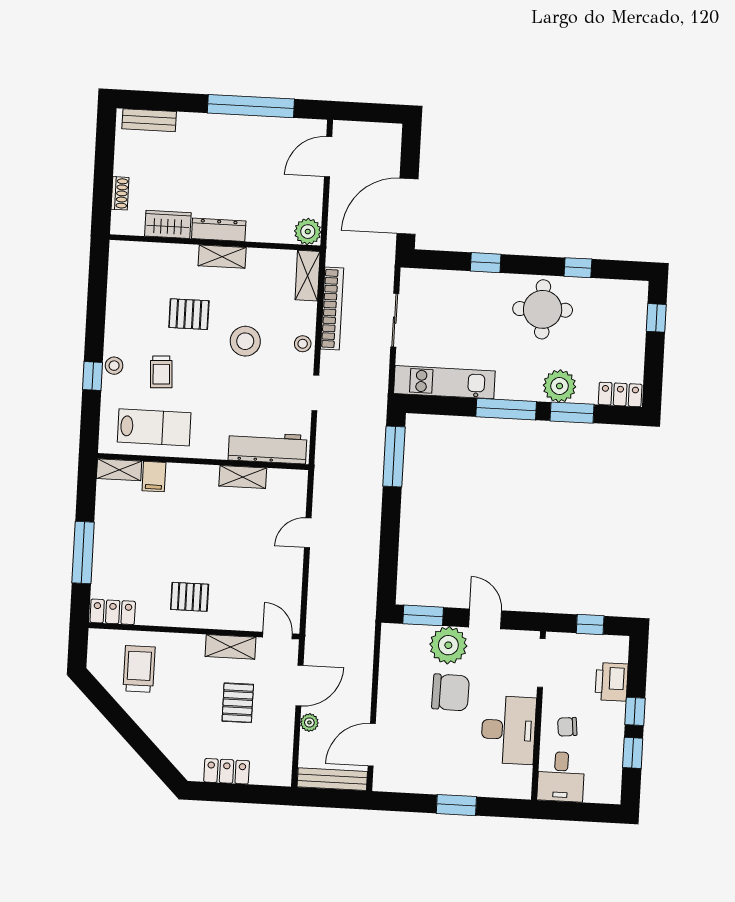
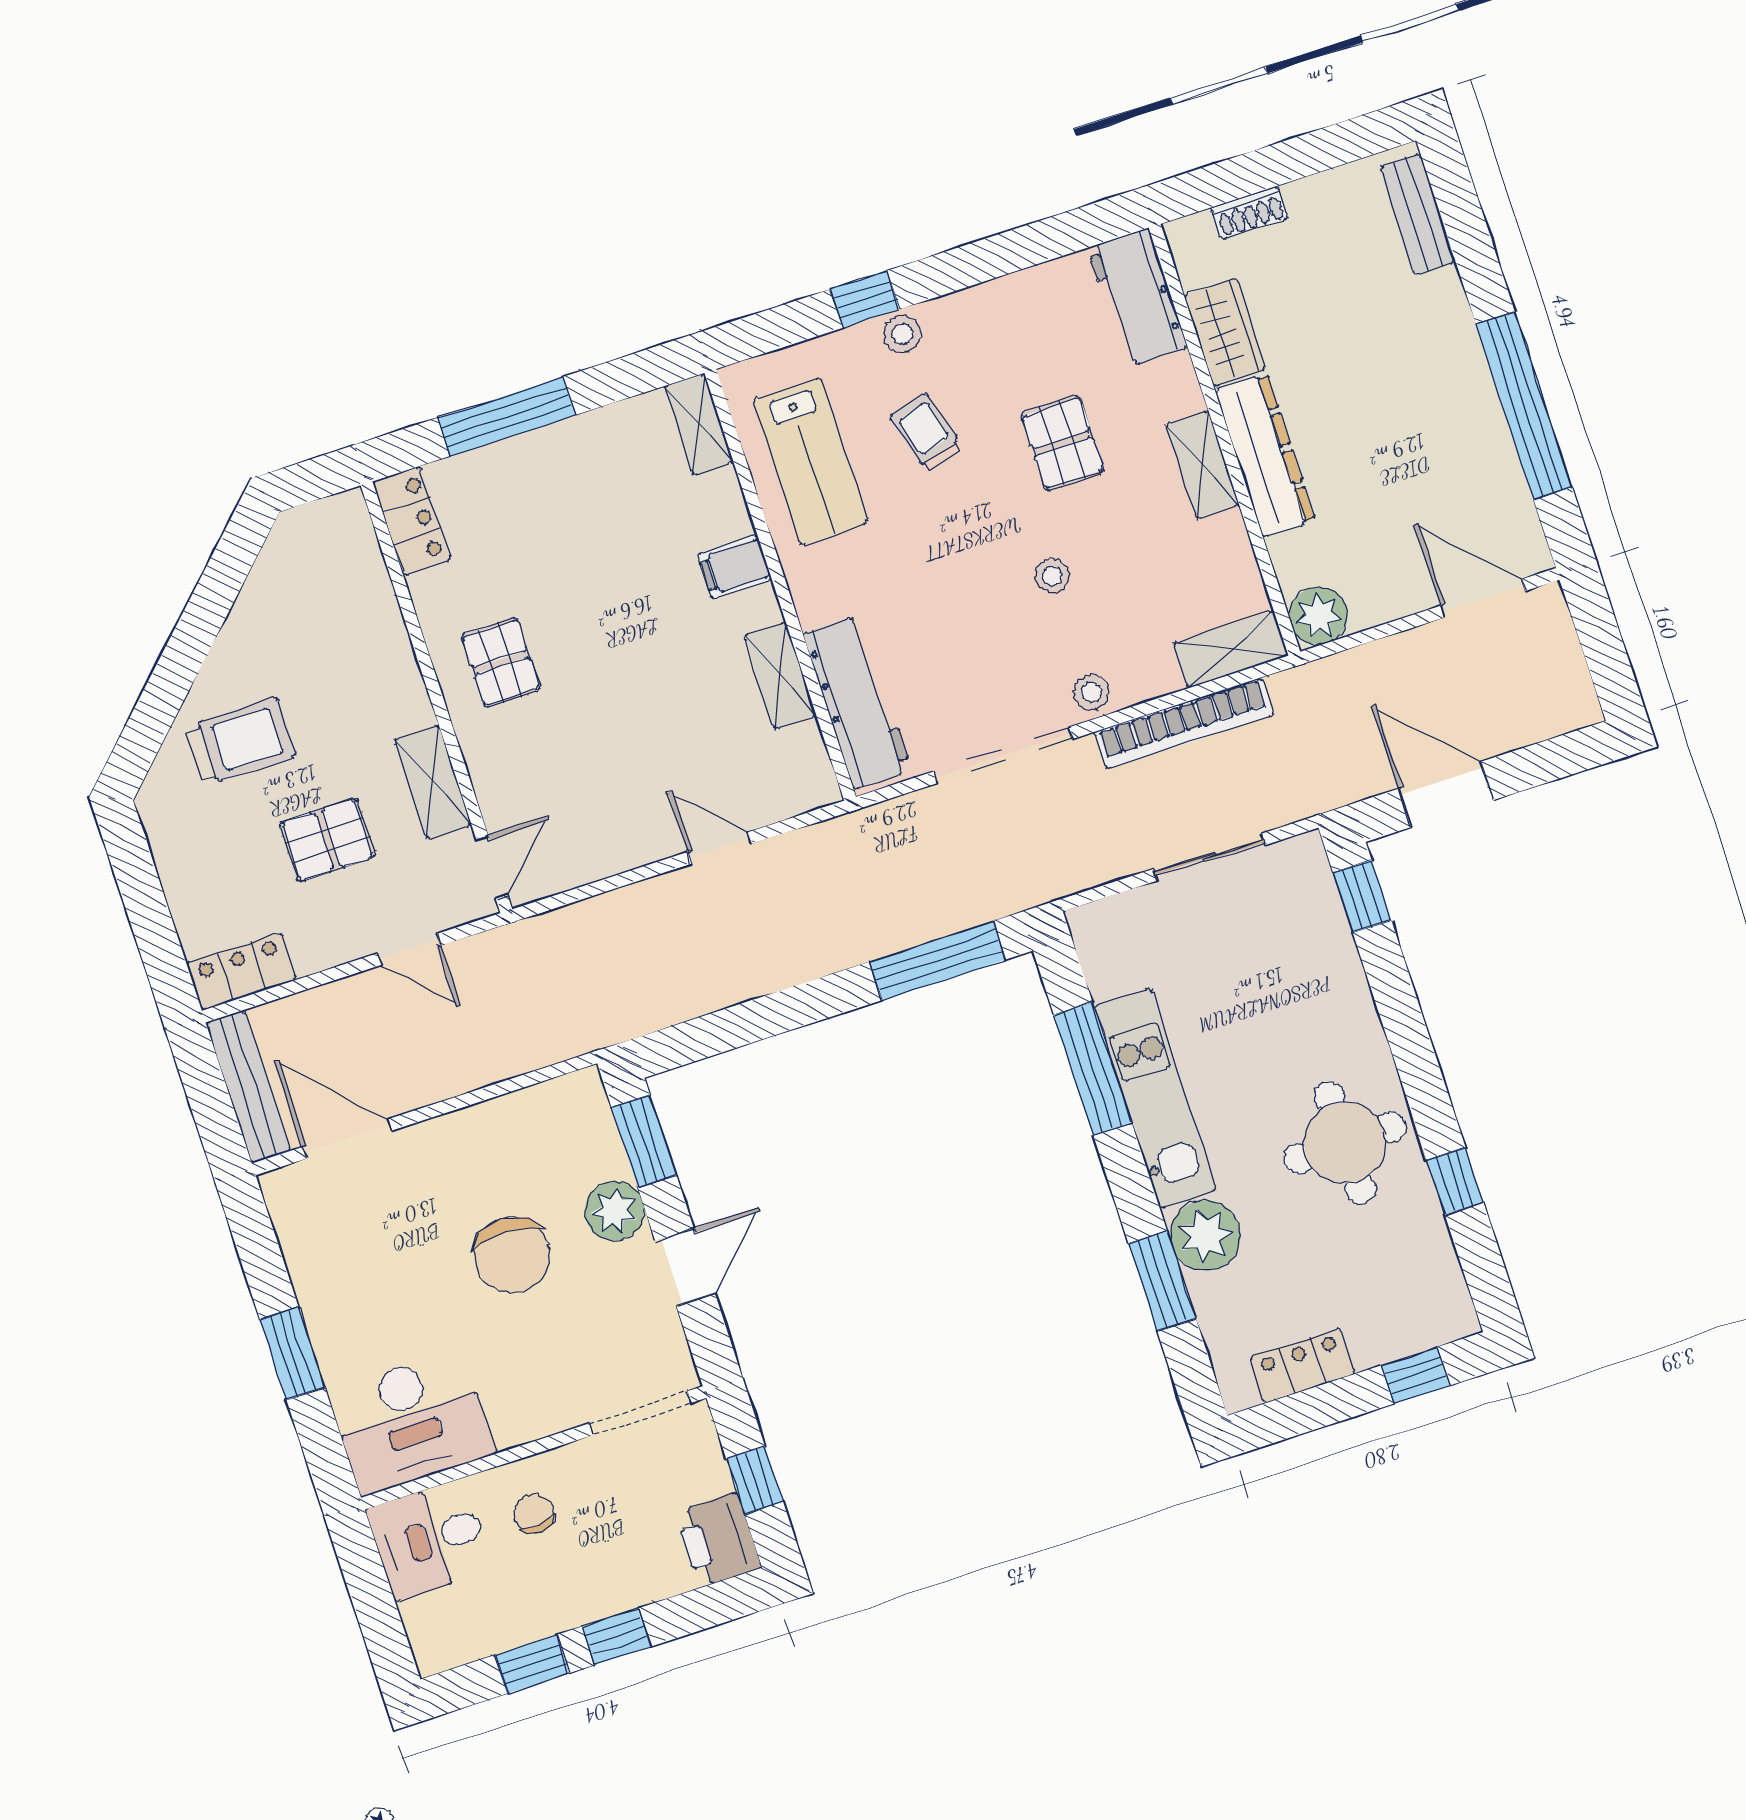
door: (408, 206) -> (1446, 795), width x0.73
dresser: (219, 230) -> (1265, 455), width x1.37, depth x1.24
workbench: (138, 257) -> (1137, 298), added
window: (486, 263) -> (1362, 896), moved
stool: (245, 341) -> (1052, 576), width x0.53, depth x0.53
trolley: (161, 372) -> (926, 433), turned 77
kitchen unit: (444, 382) -> (1155, 1098), moved
doorway: (315, 393) -> (1003, 755), width x1.87
locker: (620, 394) -> (1302, 1366), moved, turned -90
window: (506, 409) -> (1093, 1069), moved
filing cabinet: (154, 477) -> (735, 567), moved
plant: (448, 645) -> (614, 1211), width x0.73, depth x0.73
trolley: (139, 669) -> (241, 741), moved
printer: (612, 682) -> (718, 1540), moved, turned -90
door: (299, 686) -> (409, 949), width x0.73
plant: (309, 723) -> (343, 998), removed
desk: (508, 730) -> (411, 1422), moved
locker: (227, 771) -> (242, 971), moved, turned -90

